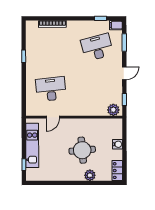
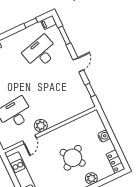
plant: (113, 110) -> (41, 126), moved
round table: (82, 150) -> (73, 158), turned -30

